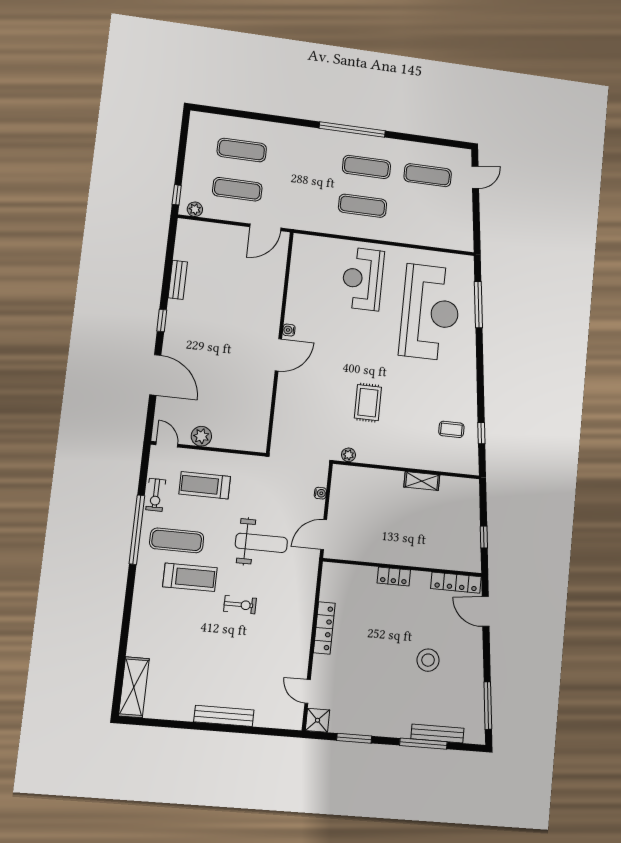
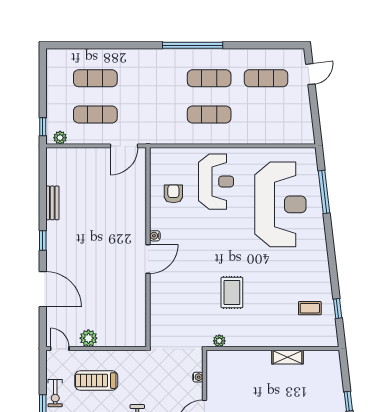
reception desk: (363, 279) -> (216, 182), turned 180
armchair: (314, 287) -> (173, 194), added

